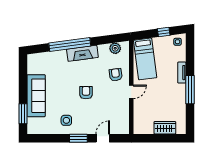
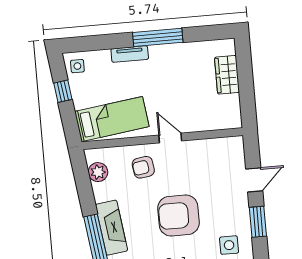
armchair: (86, 93) -> (178, 216), width x1.88, depth x1.88
door: (103, 138) -> (254, 180), swing flipped

